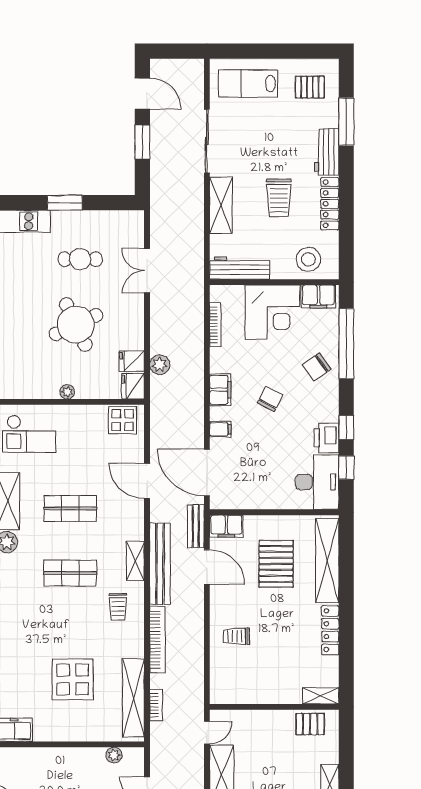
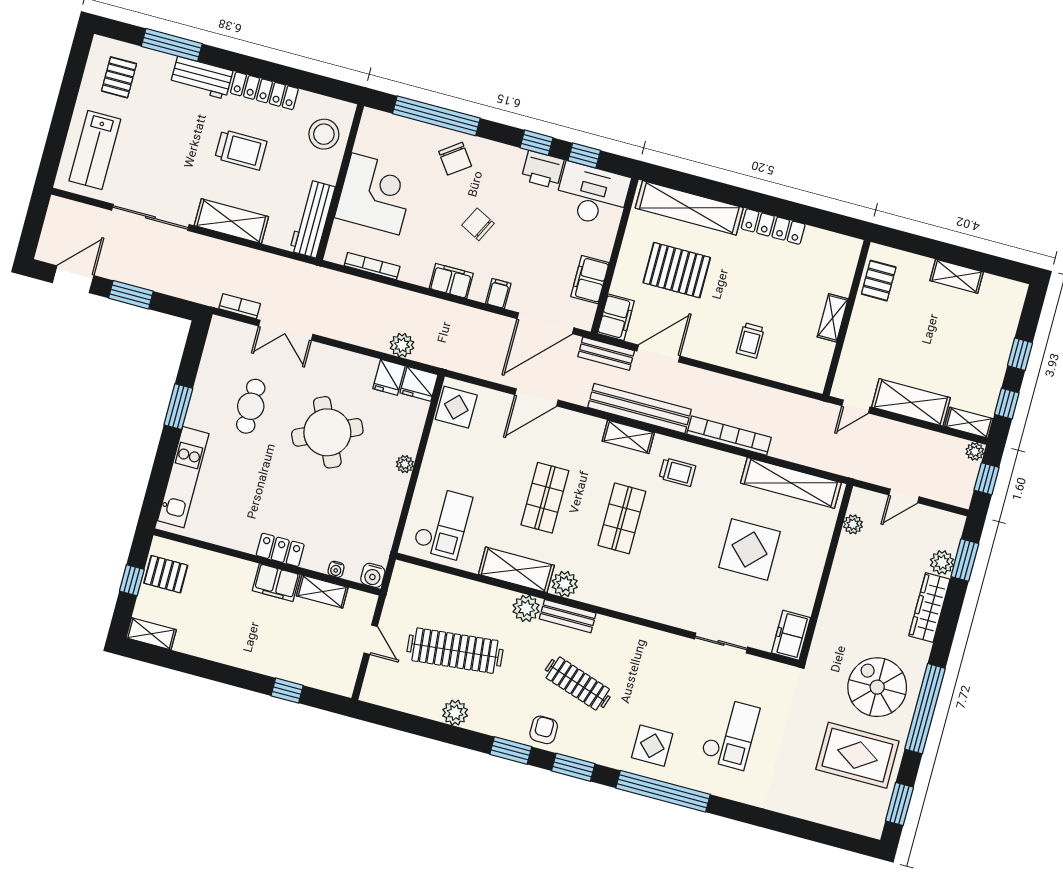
filing cabinet: (318, 296) -> (590, 280), moved, turned 180
shelving: (321, 696) -> (833, 318), moved
bookcase: (156, 705) -> (240, 306), moved
door: (207, 733) -> (856, 406), swing flipped

